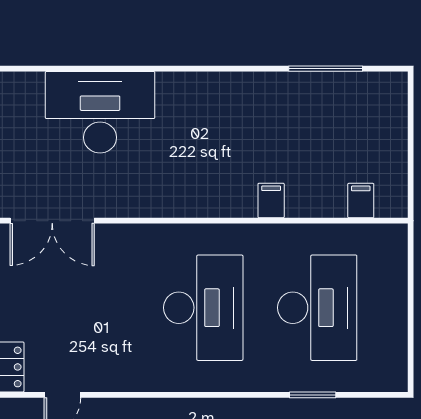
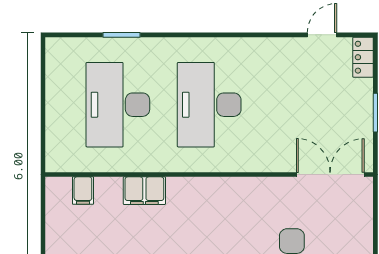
filing cabinet: (271, 200) -> (144, 191), width x2.00

